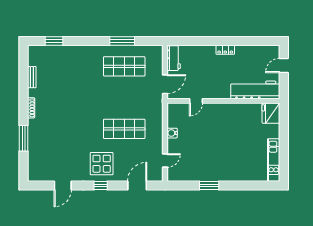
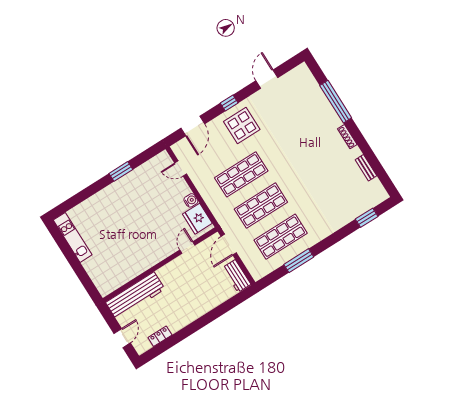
locker: (225, 50) -> (160, 336), moved
shop shelf: (124, 98) -> (261, 206), added
fridge: (271, 113) -> (197, 219), moved, turned 180
window: (24, 138) -> (336, 102), width x1.46
door: (165, 160) -> (181, 169), hinge flipped

